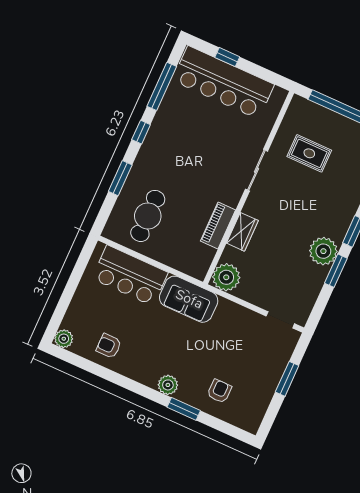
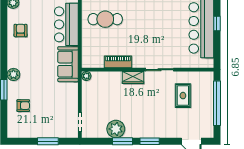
wardrobe: (242, 232) -> (133, 78), moved
plant: (323, 251) -> (116, 129), moved
plant: (226, 277) -> (86, 76), width x0.53, depth x0.53

